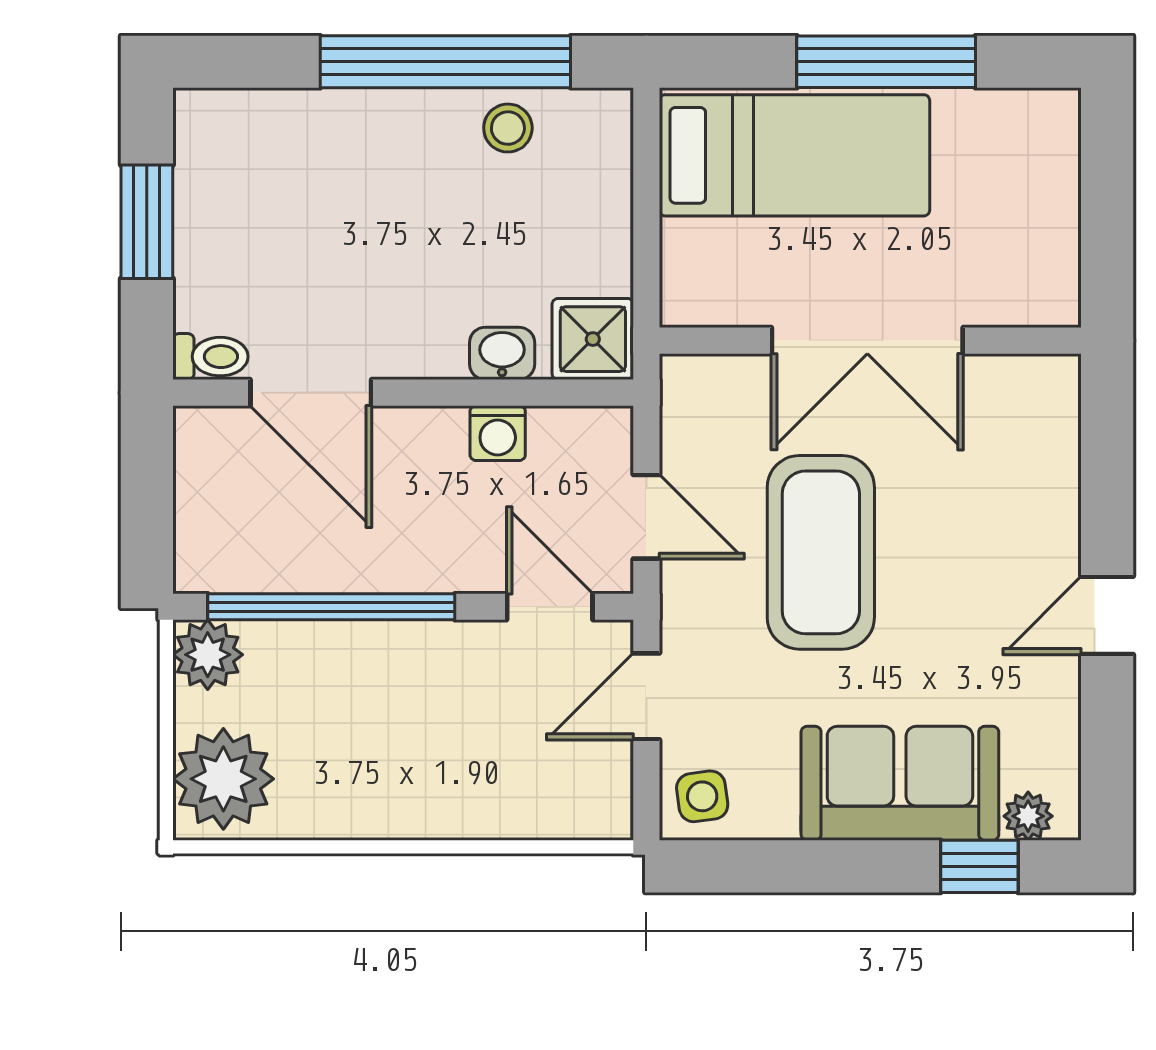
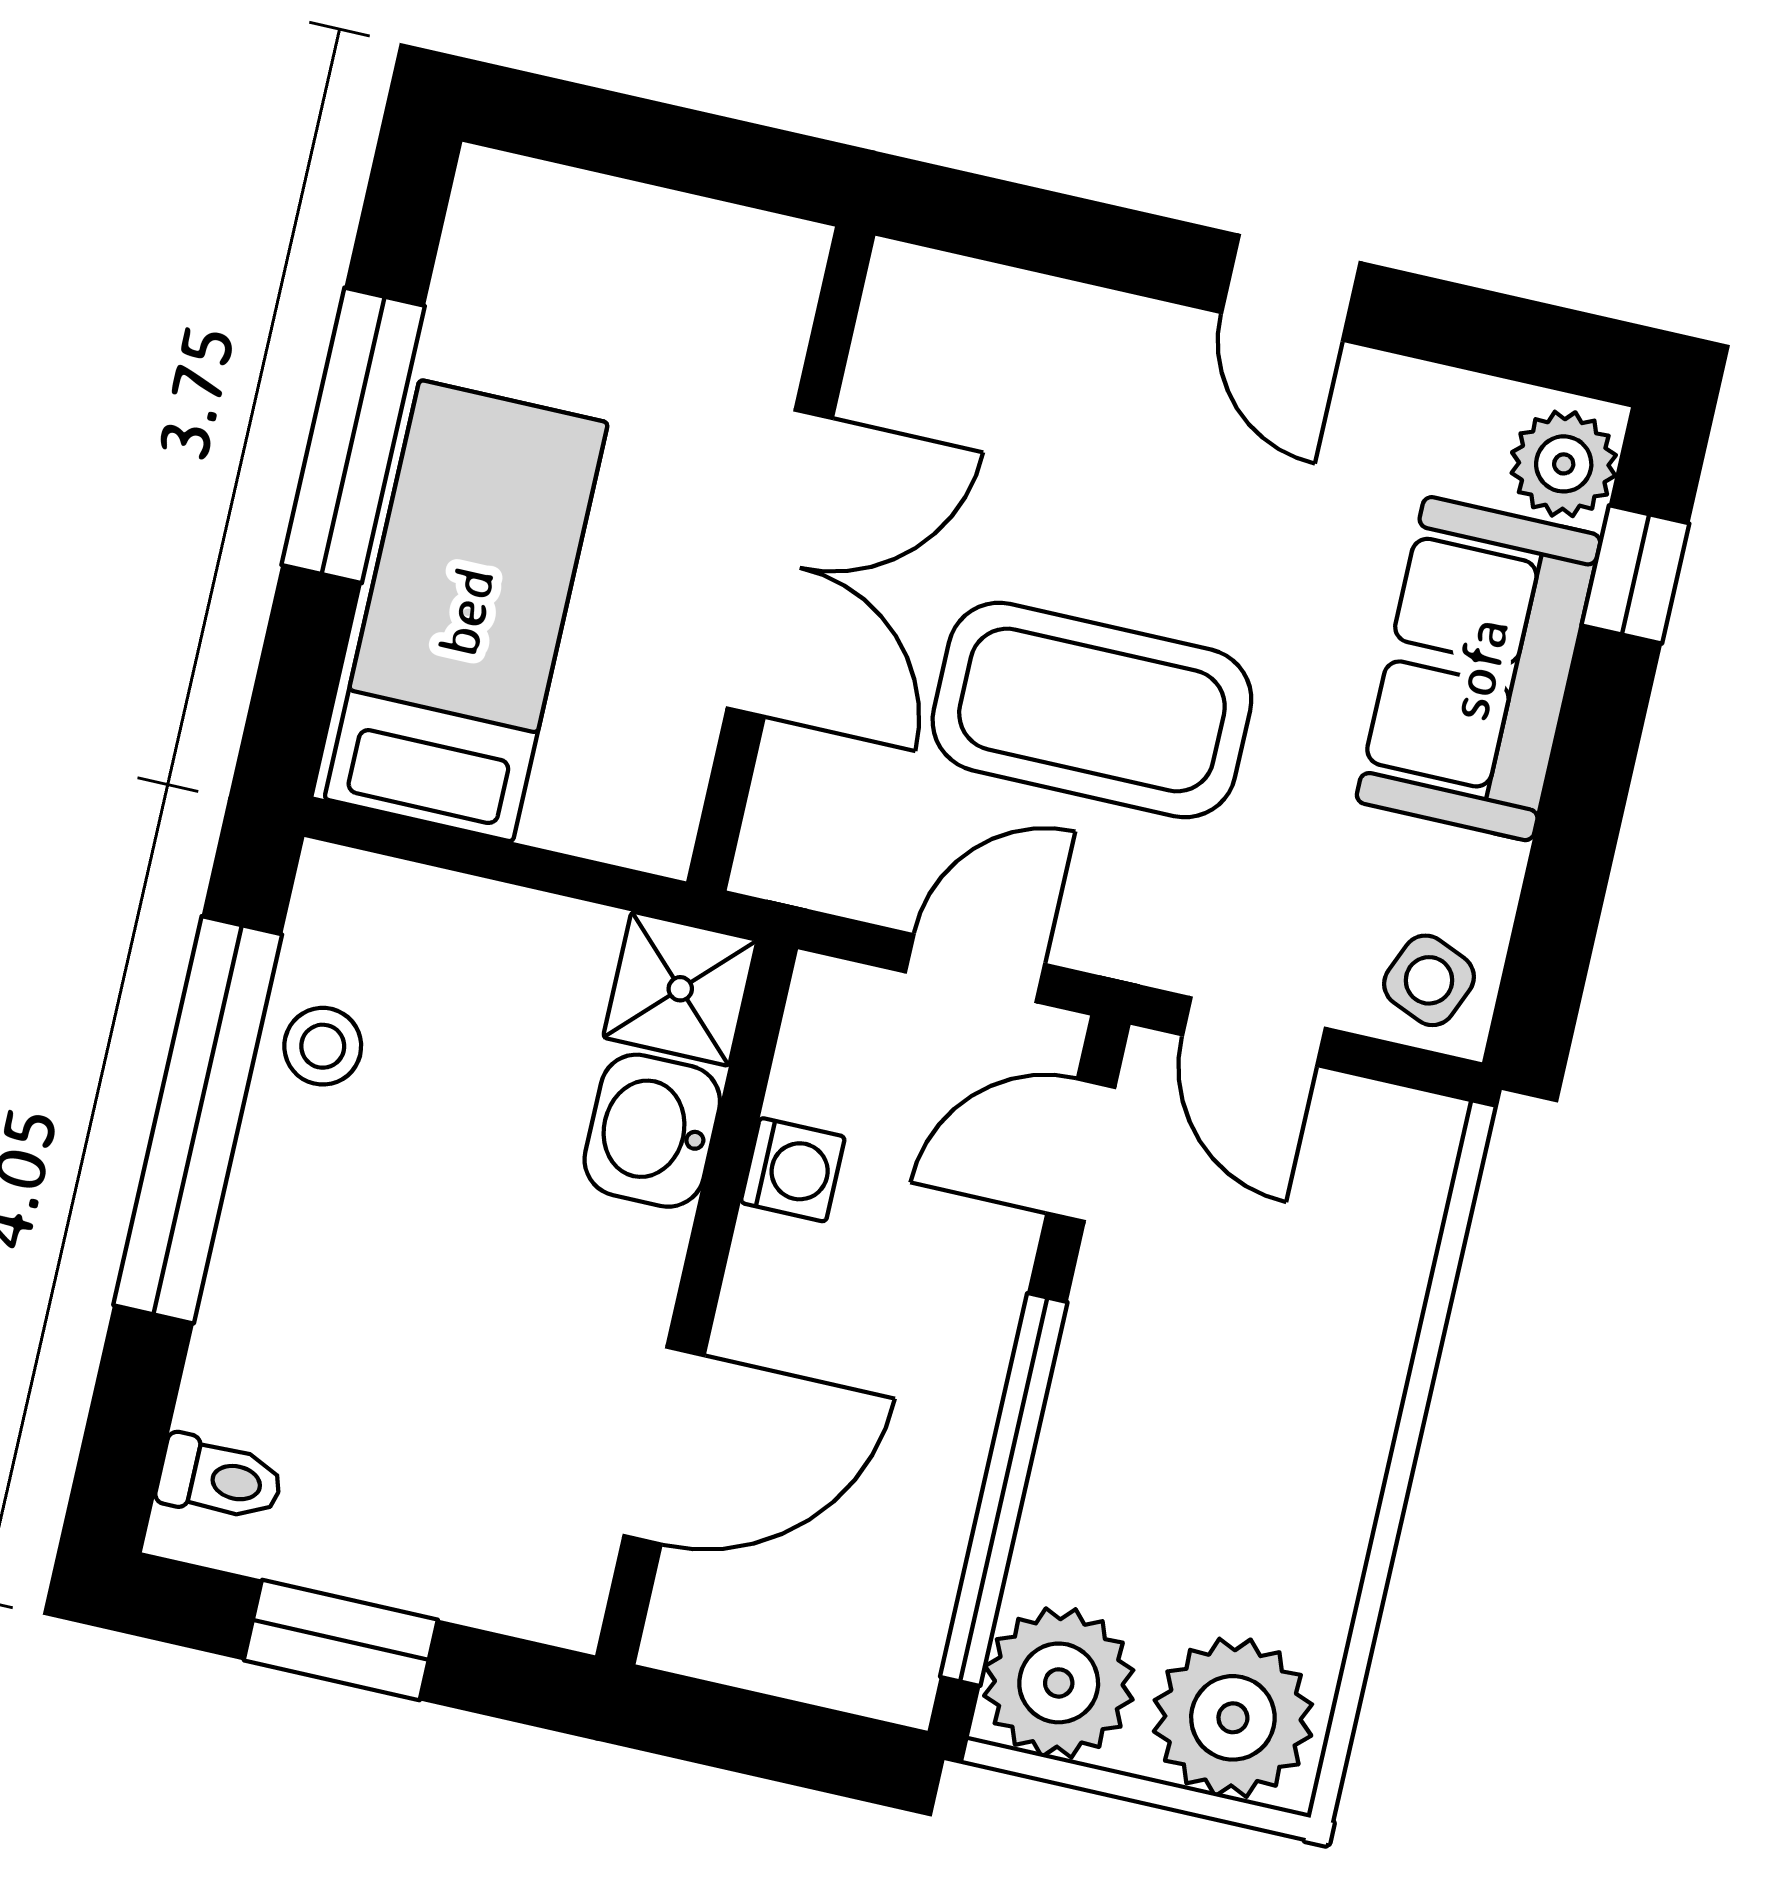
washbasin: (502, 353) -> (652, 1131), width x1.38, depth x1.45
toilet: (210, 357) -> (220, 1479), moved, turned 90
plant: (208, 655) -> (1059, 1683), width x1.36, depth x1.36
side table: (702, 796) -> (1429, 980), turned 31
plant: (1028, 816) -> (1564, 464), width x1.38, depth x1.38

